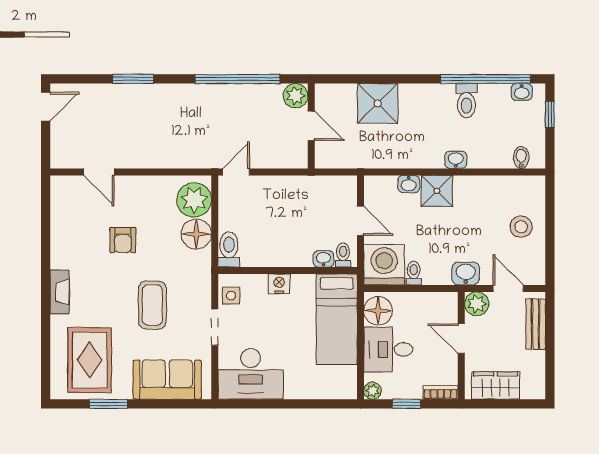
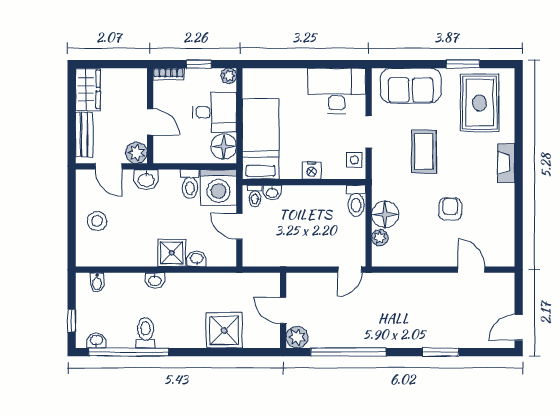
plant: (194, 200) -> (380, 238), width x0.53, depth x0.53
toilet: (414, 273) -> (190, 184), width x1.37, depth x1.39
wardrobe: (496, 385) -> (88, 89), moved, turned -90

